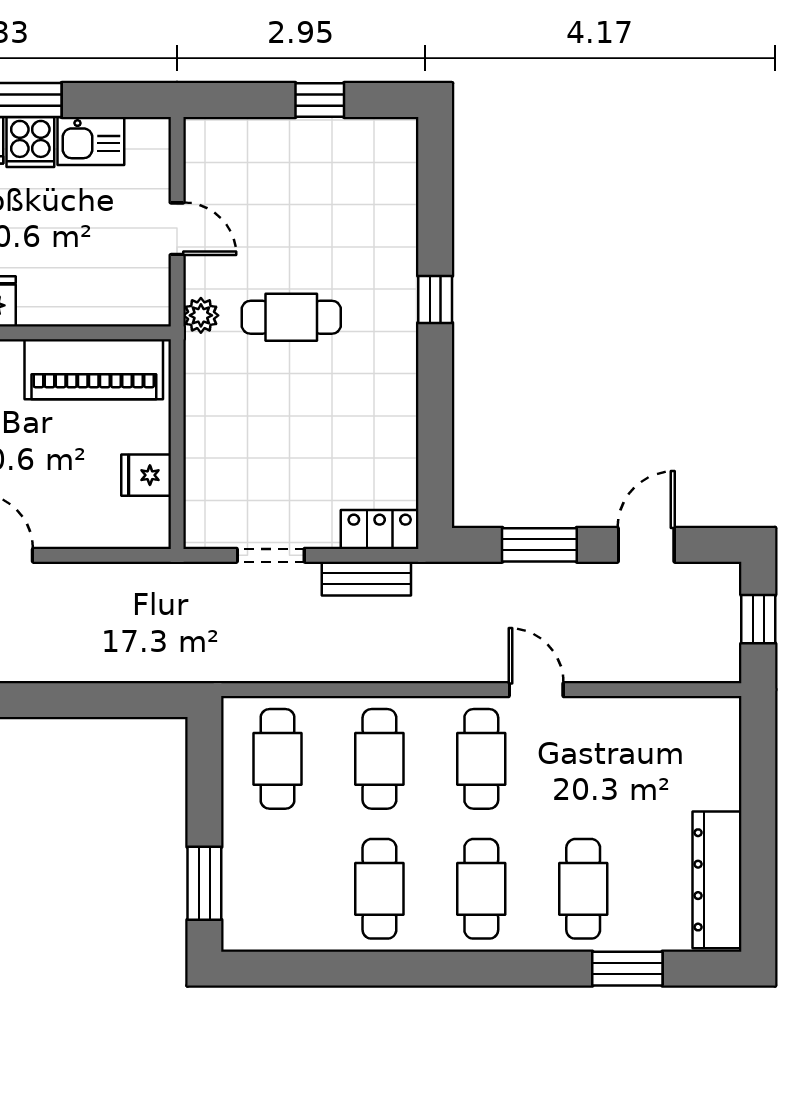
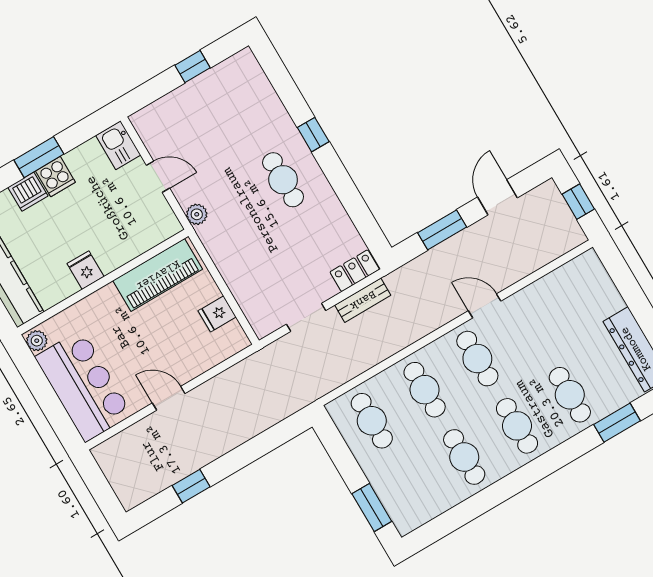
kitchen sink: (91, 141) -> (118, 145), moved, turned 90
cafe table: (291, 317) -> (283, 180), moved, turned 90

